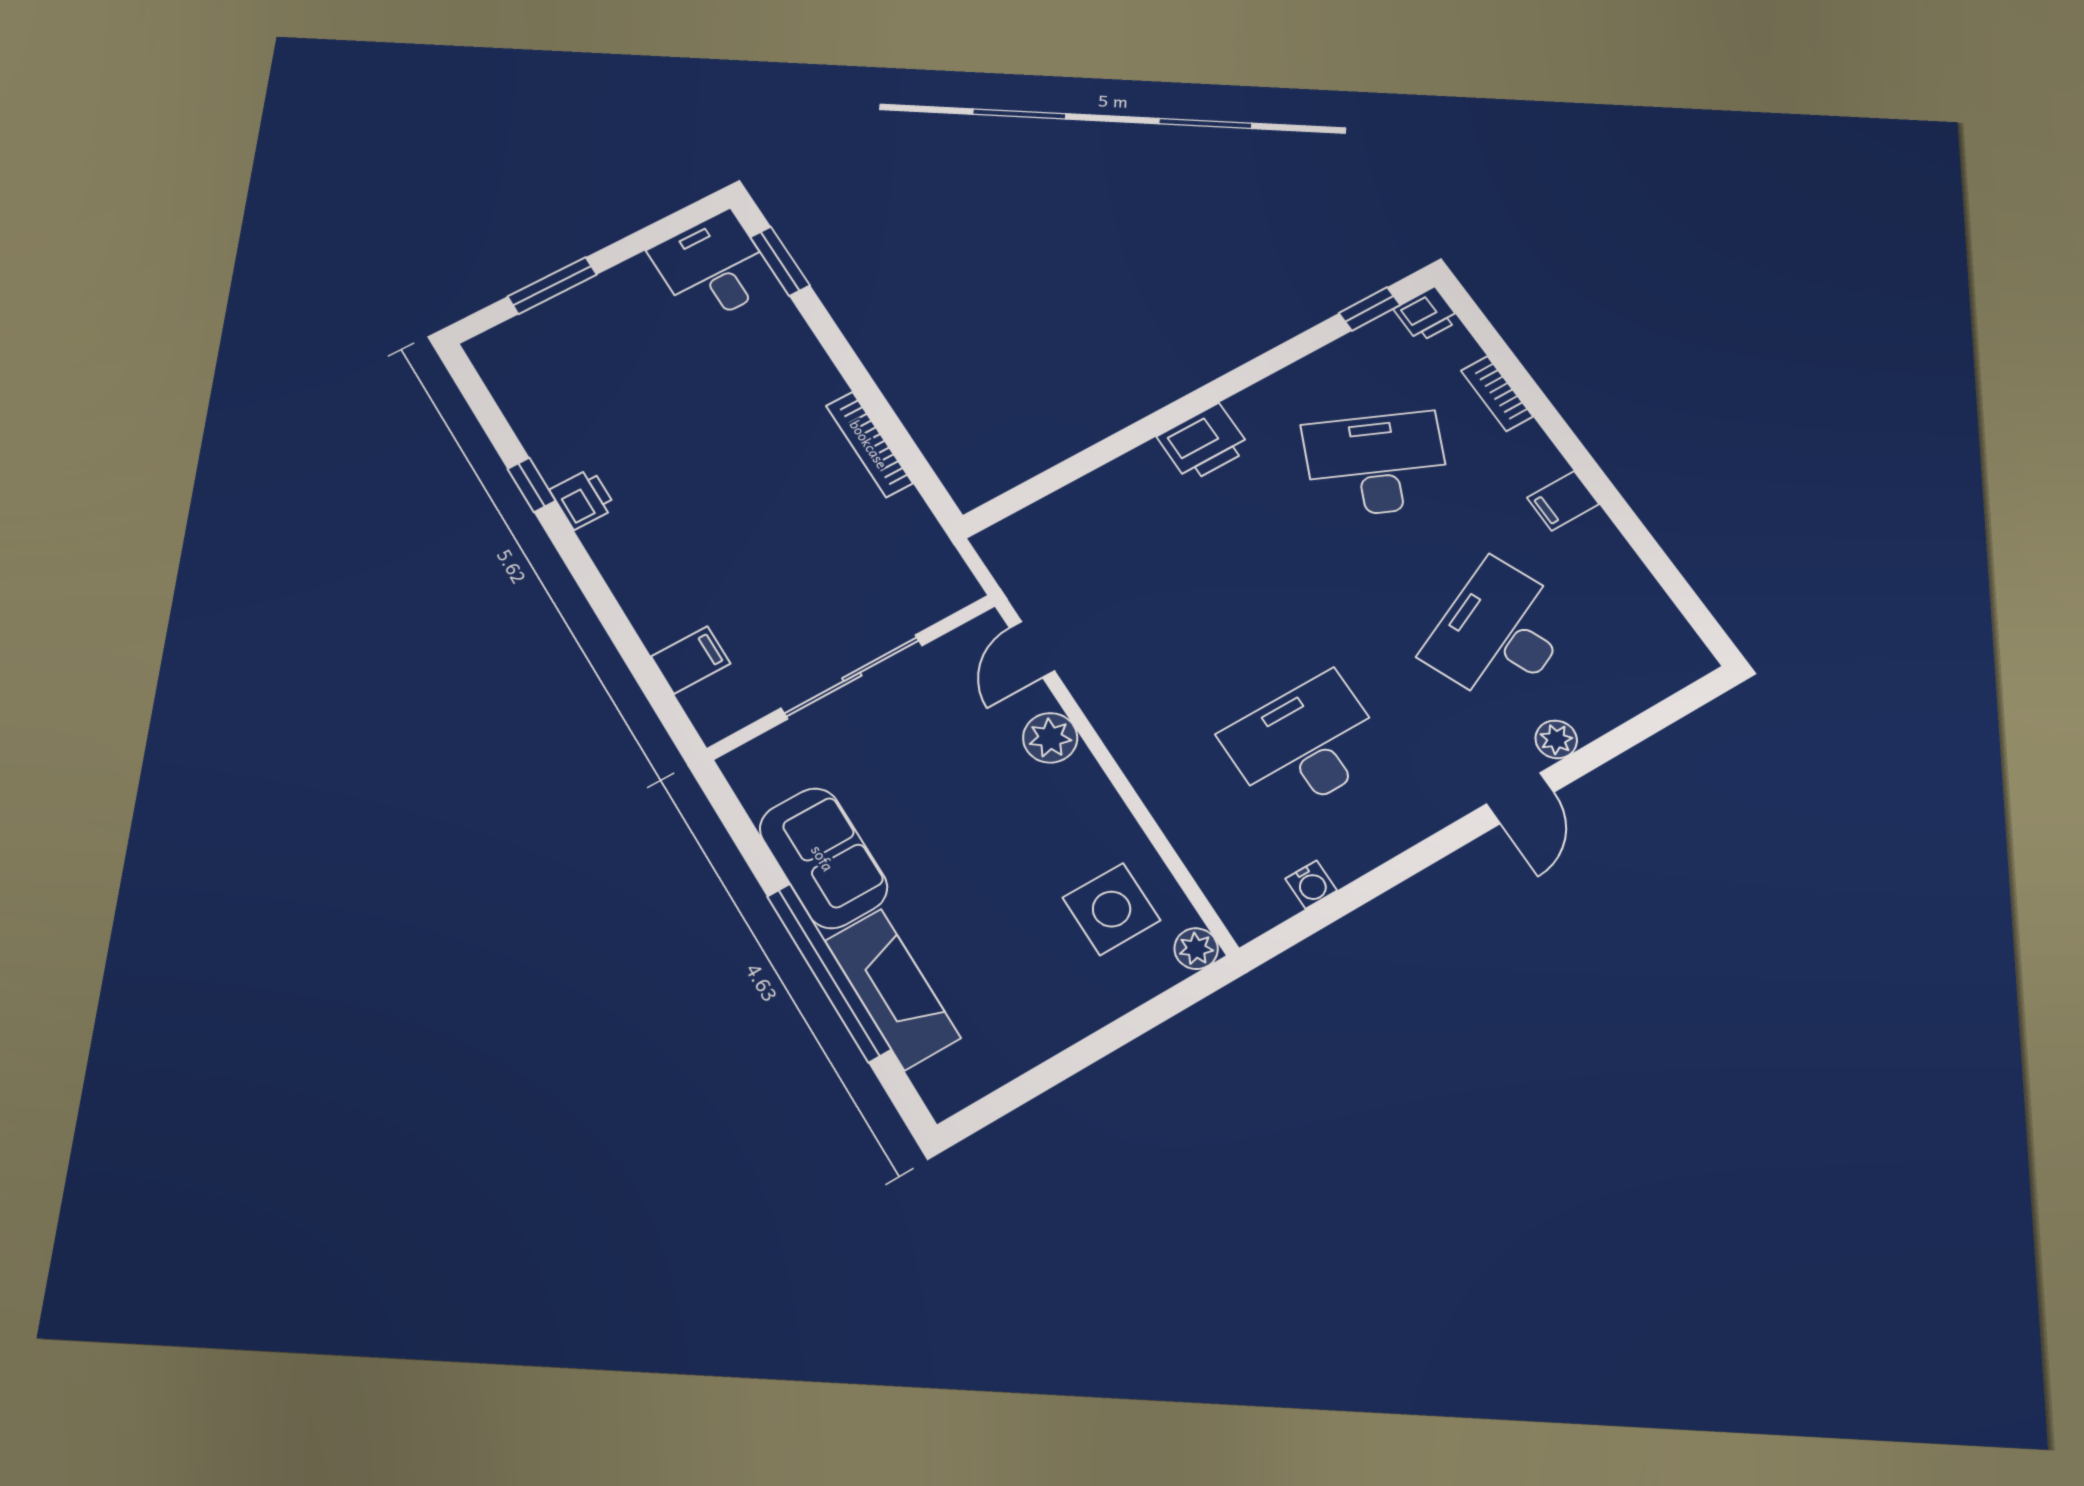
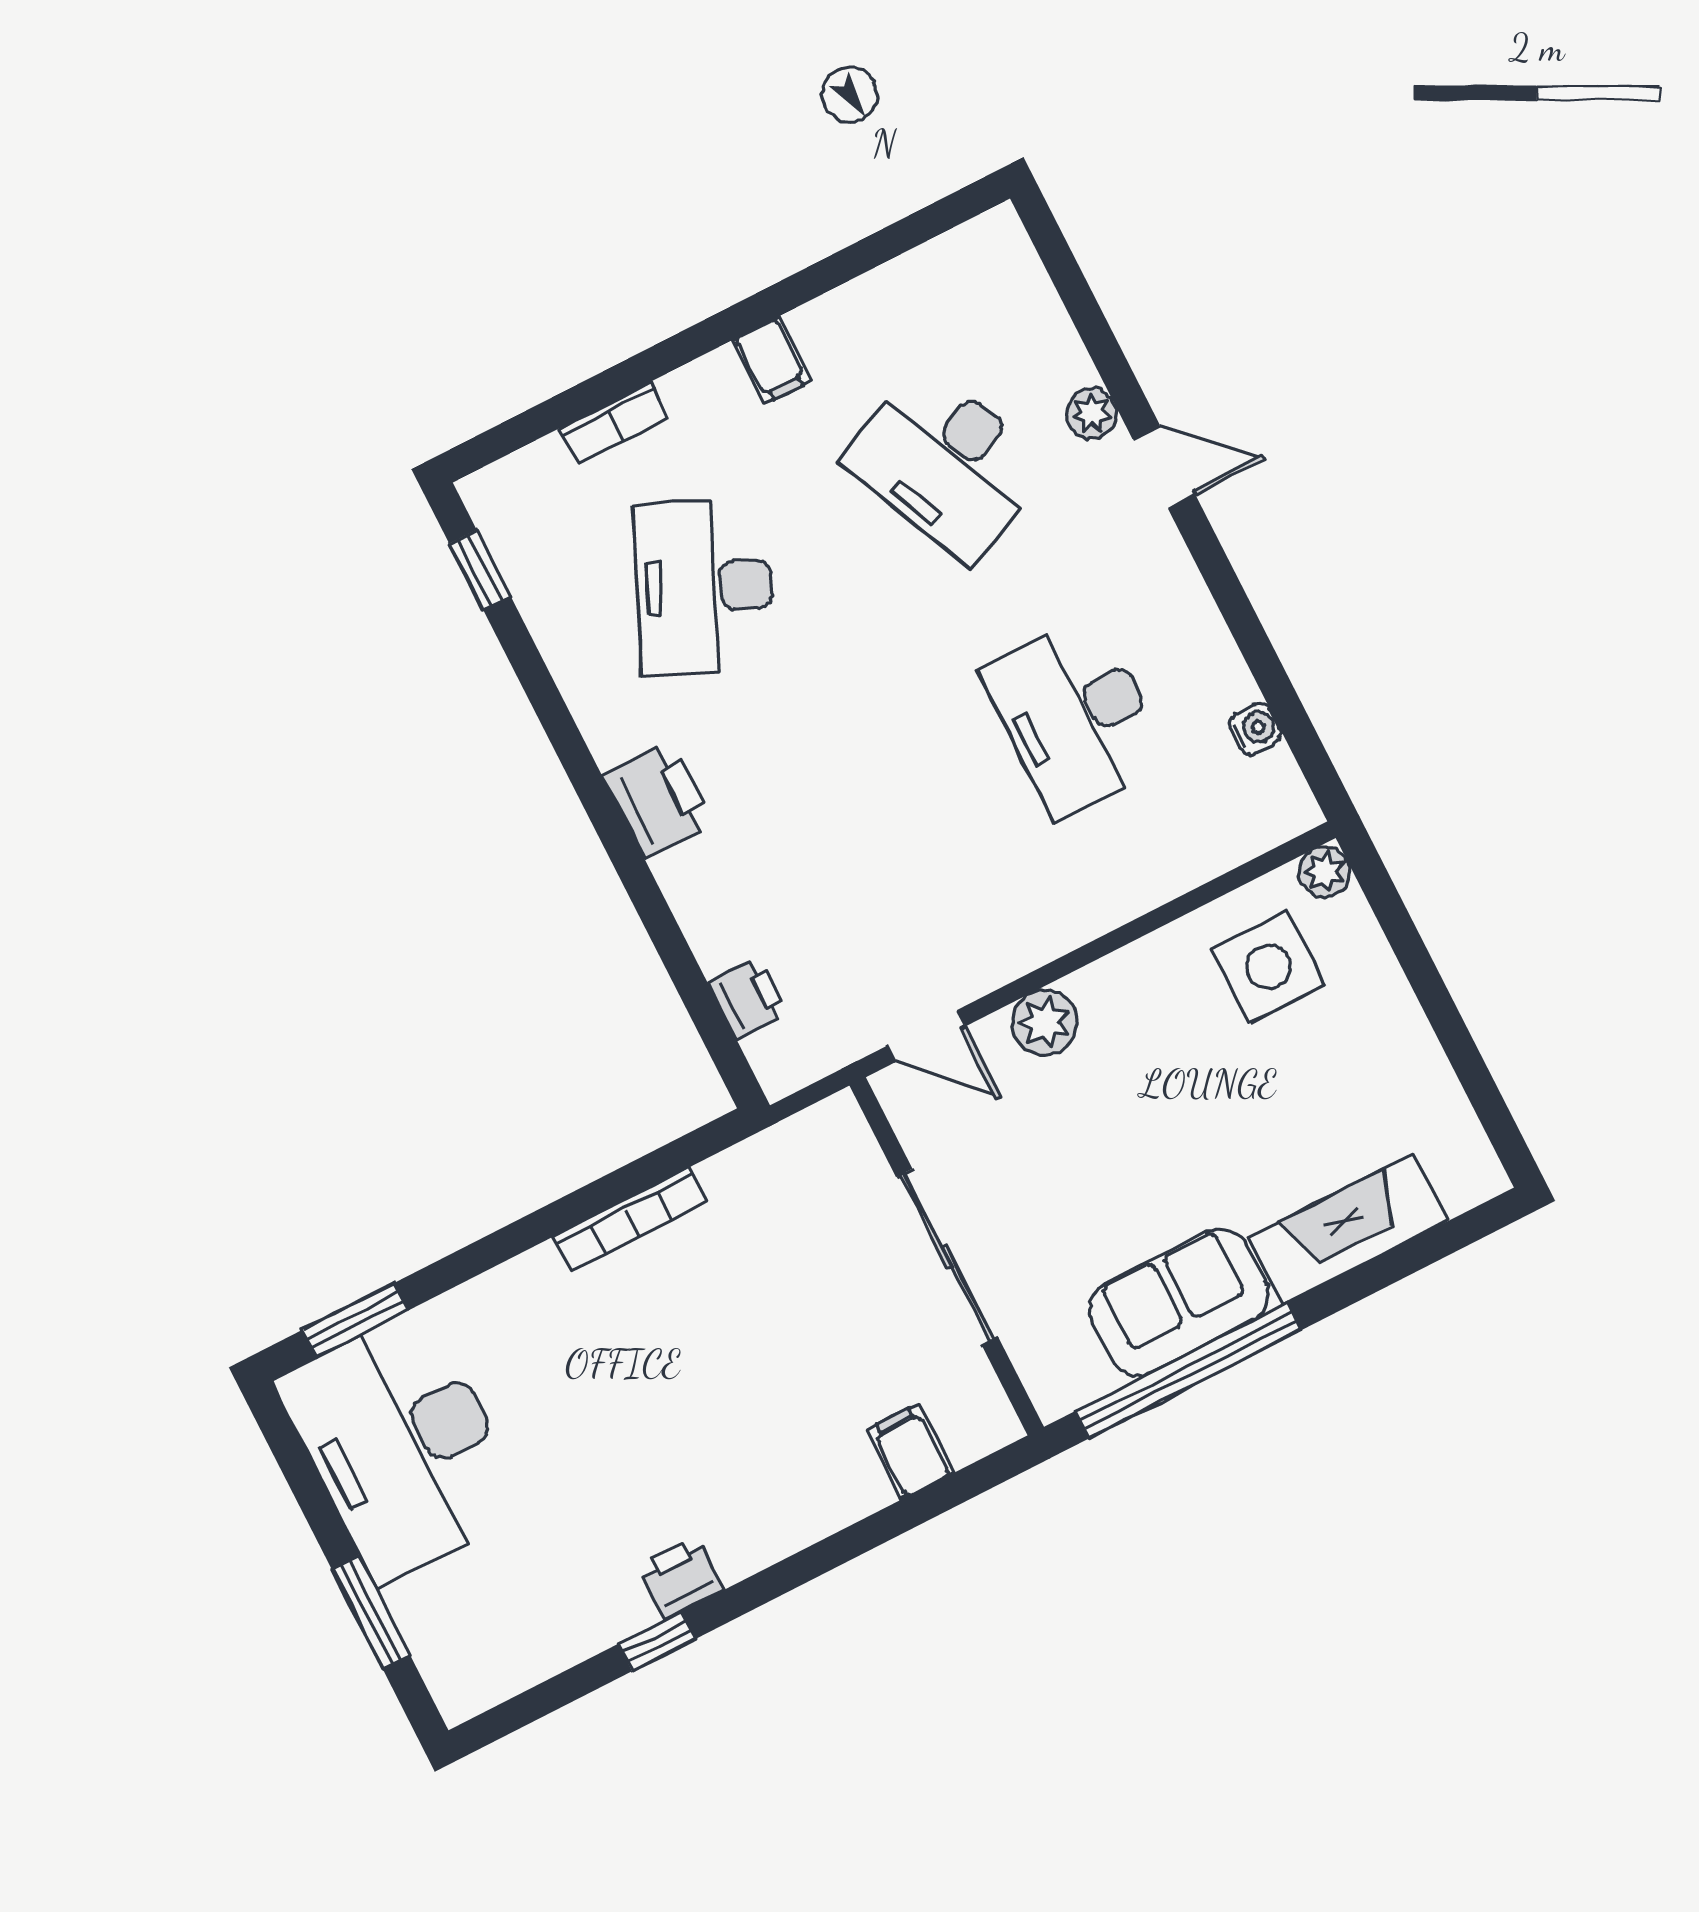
desk: (713, 267) -> (401, 1445), width x1.87, depth x1.30
printer: (1427, 315) -> (748, 998), moved
window: (829, 972) -> (1188, 1371), moved

